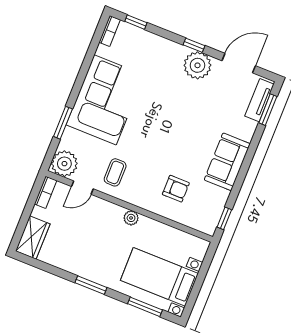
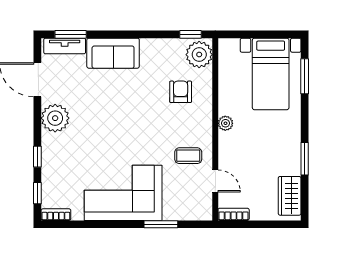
window: (194, 45) -> (37, 157), moved
sofa: (227, 162) -> (113, 53), moved
plant: (64, 164) -> (199, 55), moved
wardrobe: (33, 238) -> (290, 196), moved, turned -90
window: (91, 285) -> (305, 159), moved

